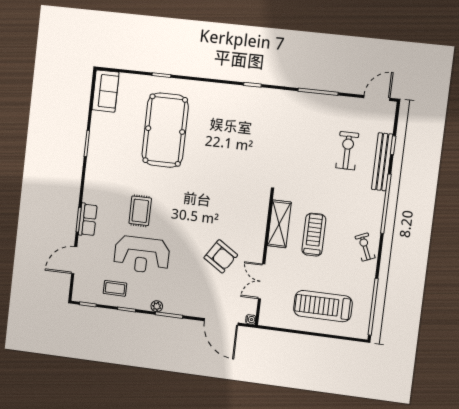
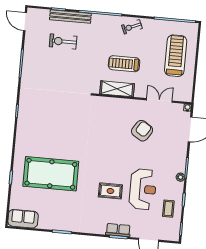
double door: (262, 281) -> (159, 100), swing flipped
treadmill: (323, 306) -> (176, 56), turned 180

